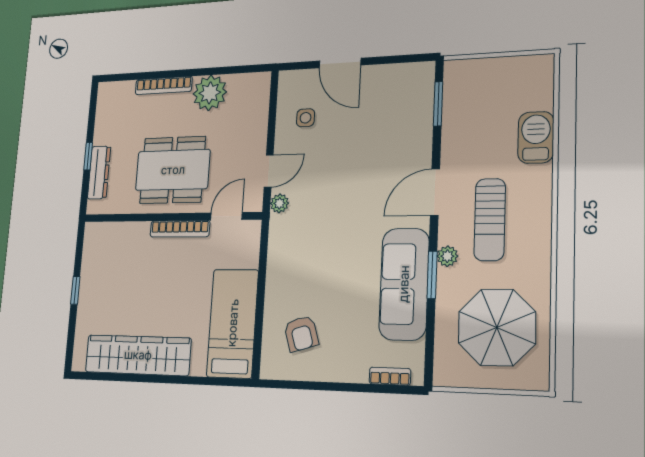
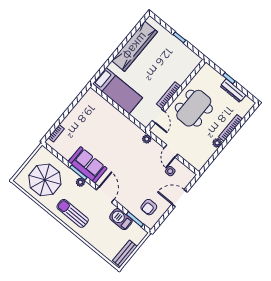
bench: (517, 67) -> (125, 253), added
plant: (210, 93) -> (217, 143), width x0.53, depth x0.53
barbecue: (536, 137) -> (121, 219), moved, turned 180
door: (269, 171) -> (171, 151), moved
dresser: (99, 172) -> (233, 91), moved
sun lounger: (490, 220) -> (73, 213), moved
sofa: (404, 284) -> (88, 165), width x0.73
armchair: (301, 334) -> (149, 207), moved, turned -73

